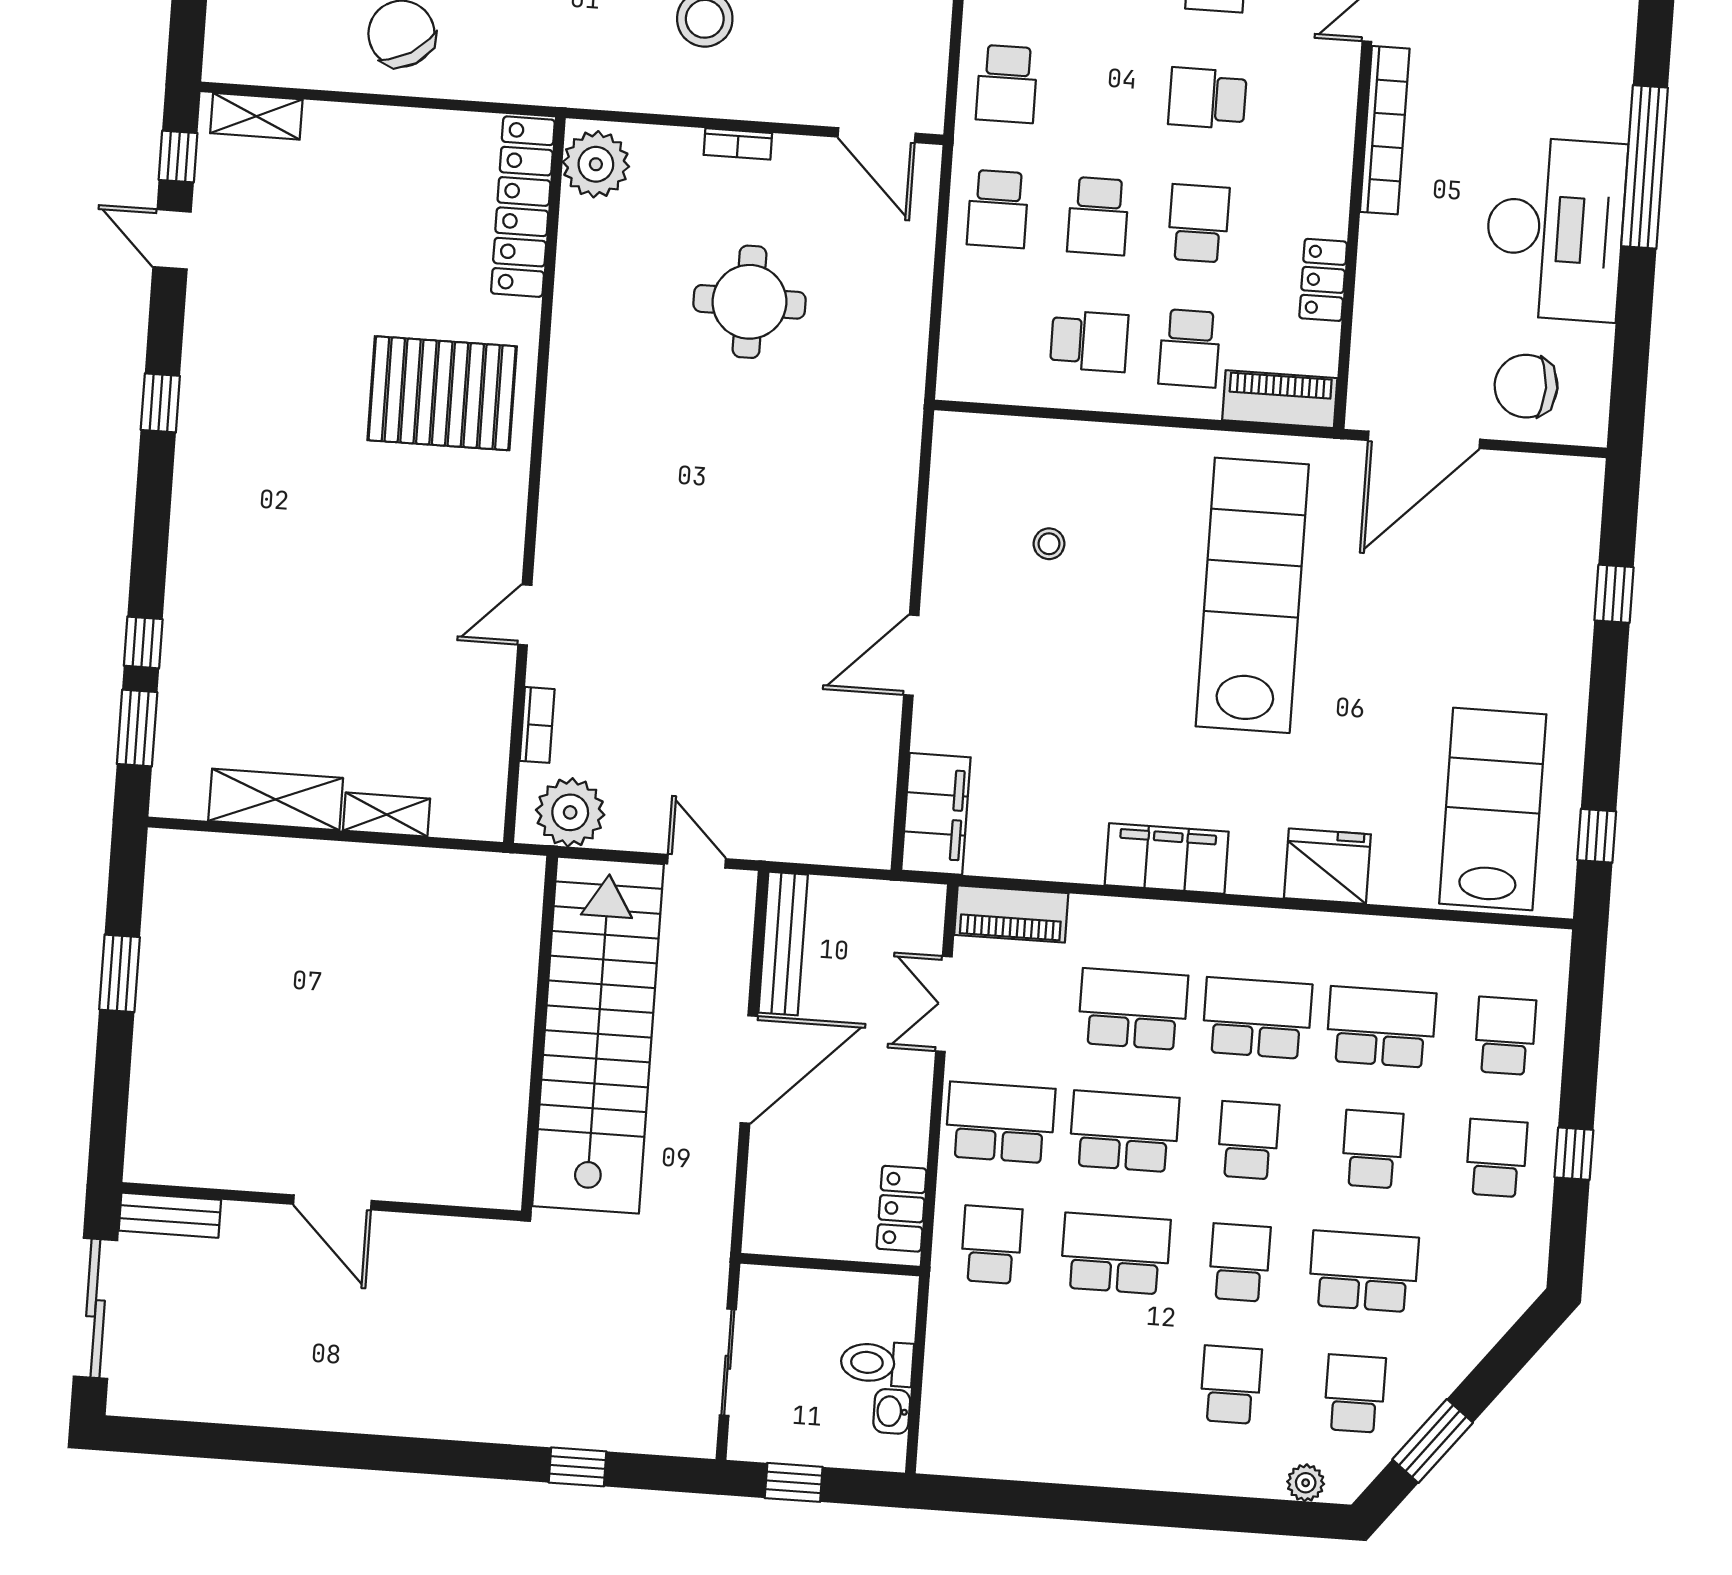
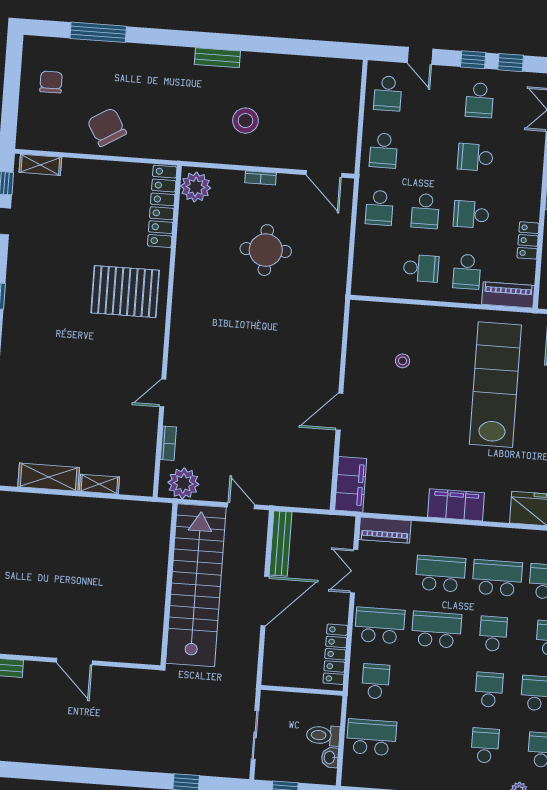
school desk: (1198, 223) -> (471, 214), turned -90
locker: (902, 1209) -> (335, 654), width x1.53
school desk: (1115, 1254) -> (371, 737), moved

